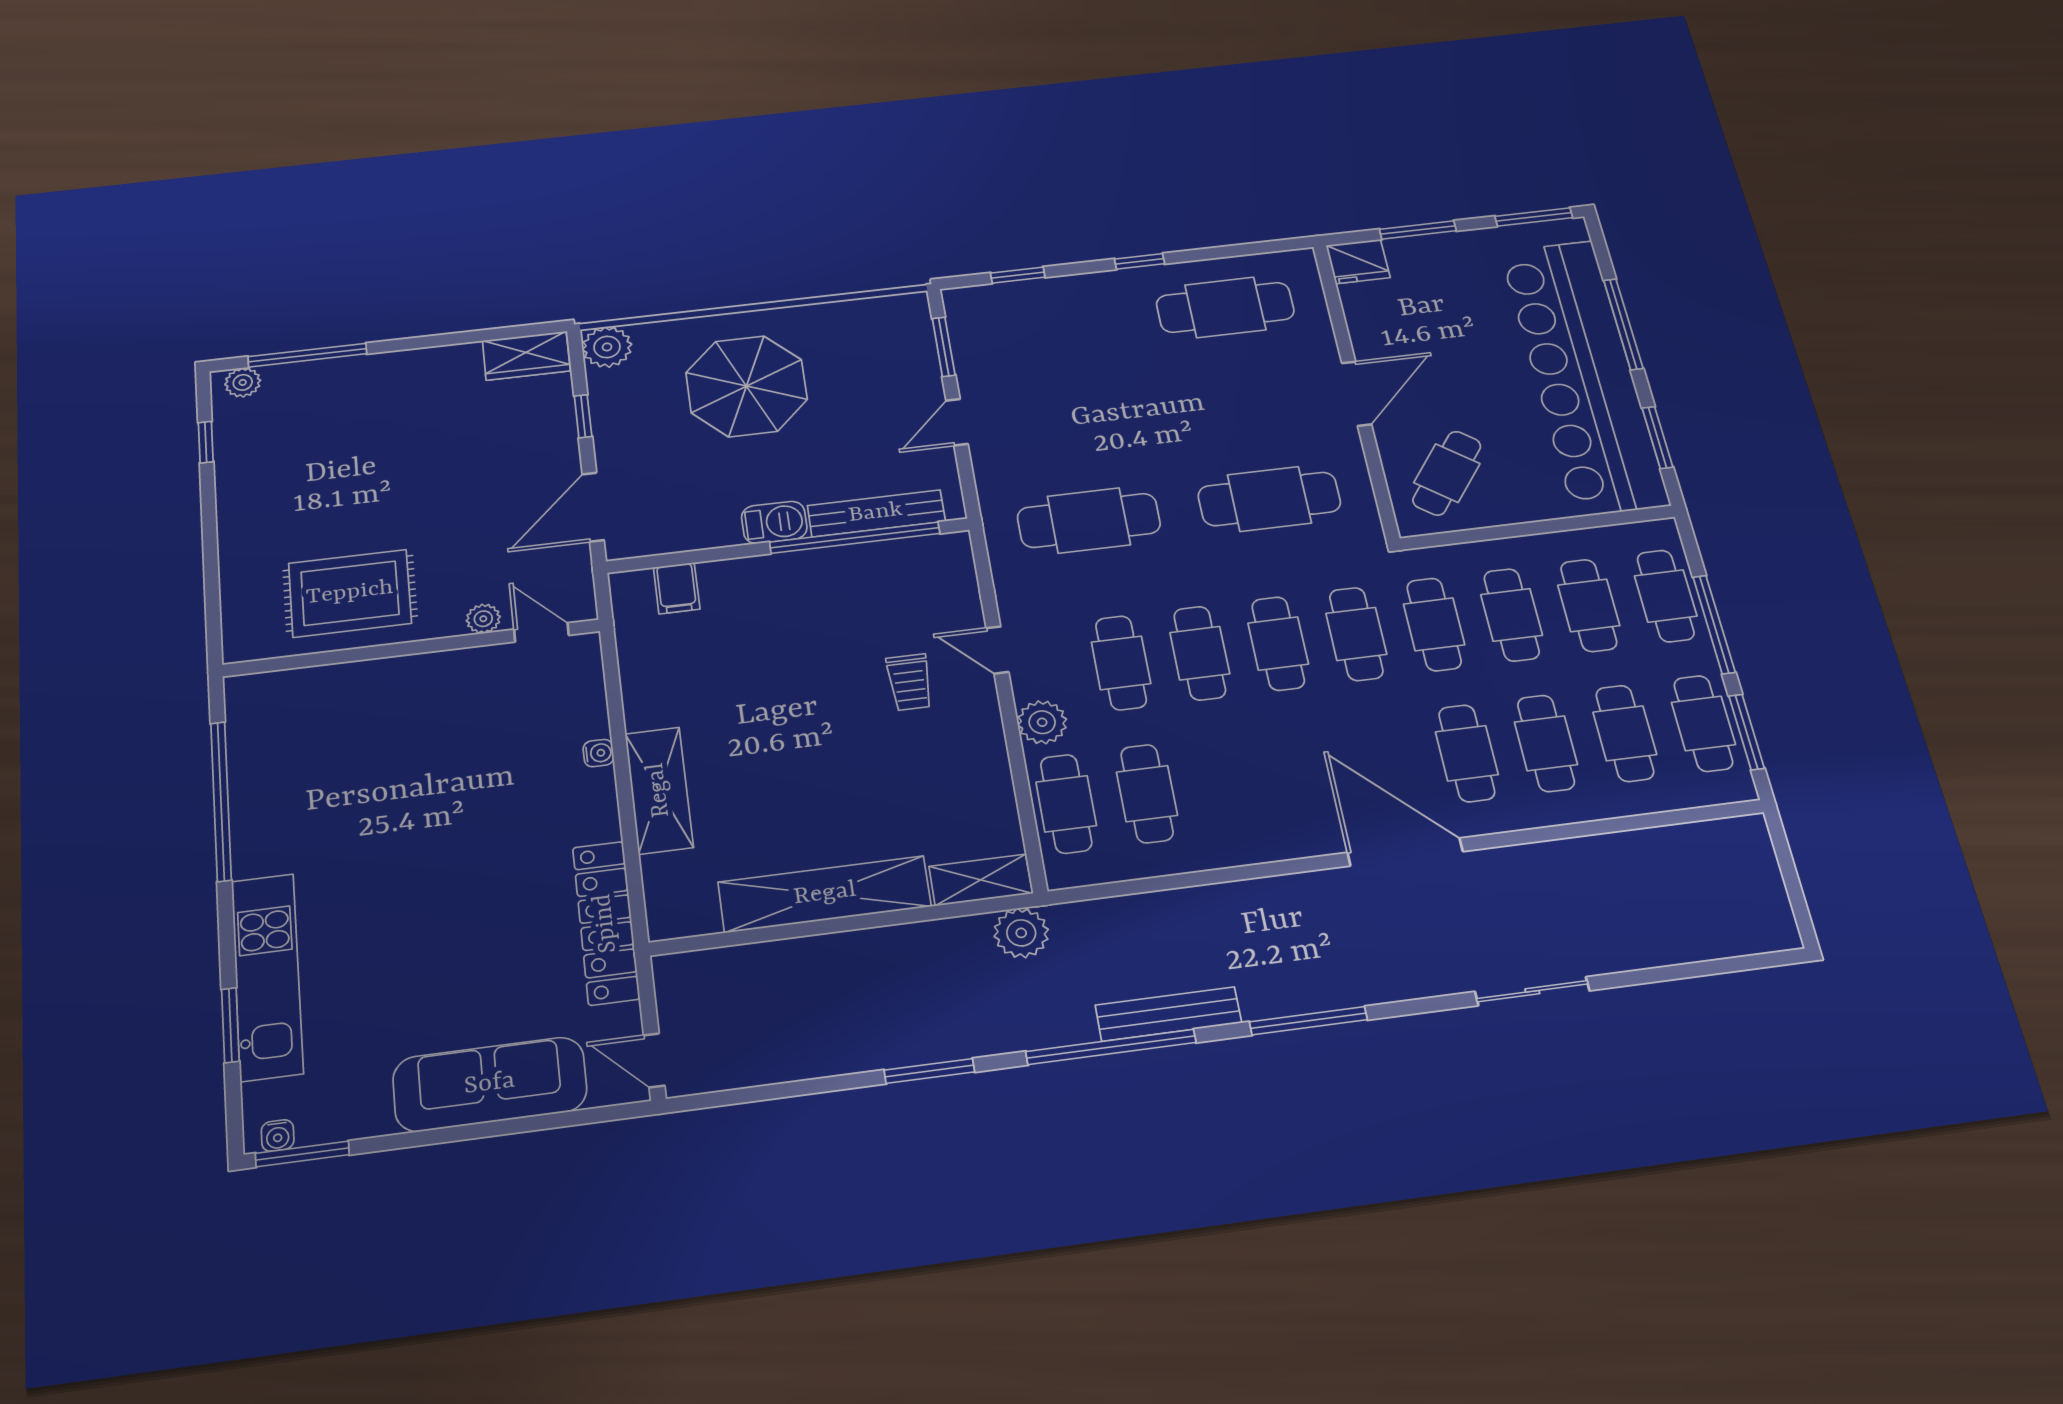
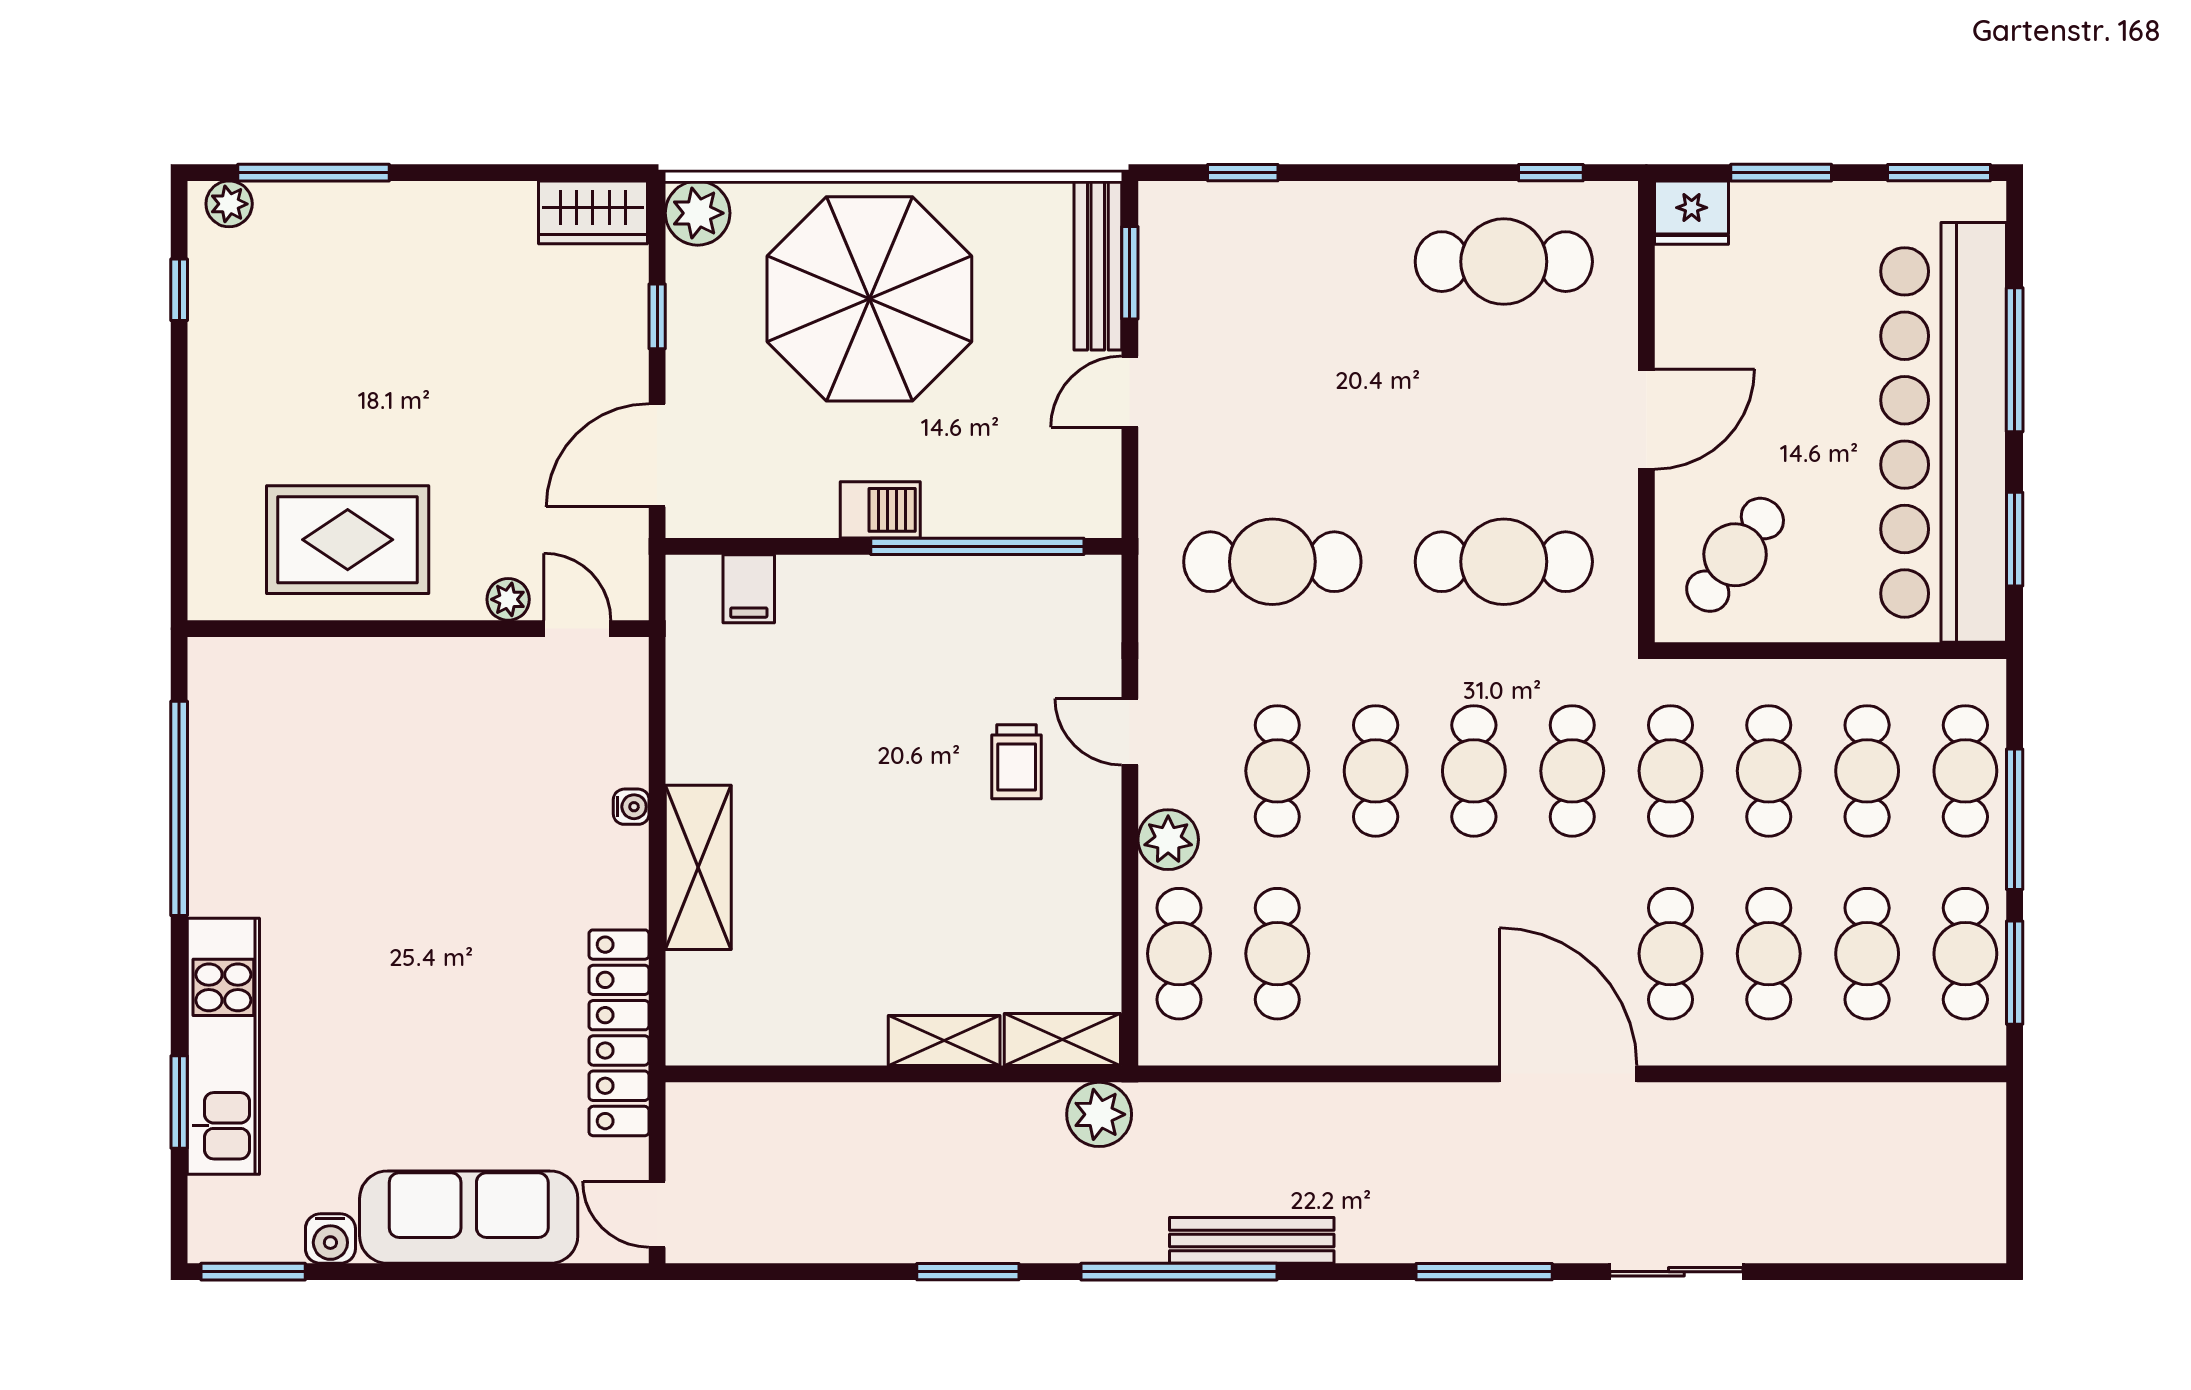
window: (1140, 261) -> (1551, 173), moved
parasol: (746, 386) -> (869, 299), width x1.36, depth x1.36
bench: (876, 513) -> (1098, 265), moved, turned 90
shelving: (825, 894) -> (944, 1041), width x0.45, depth x0.75
window: (1308, 1021) -> (1484, 1272), moved
water cooler: (278, 1135) -> (330, 1239), moved, width x1.38, depth x1.38

